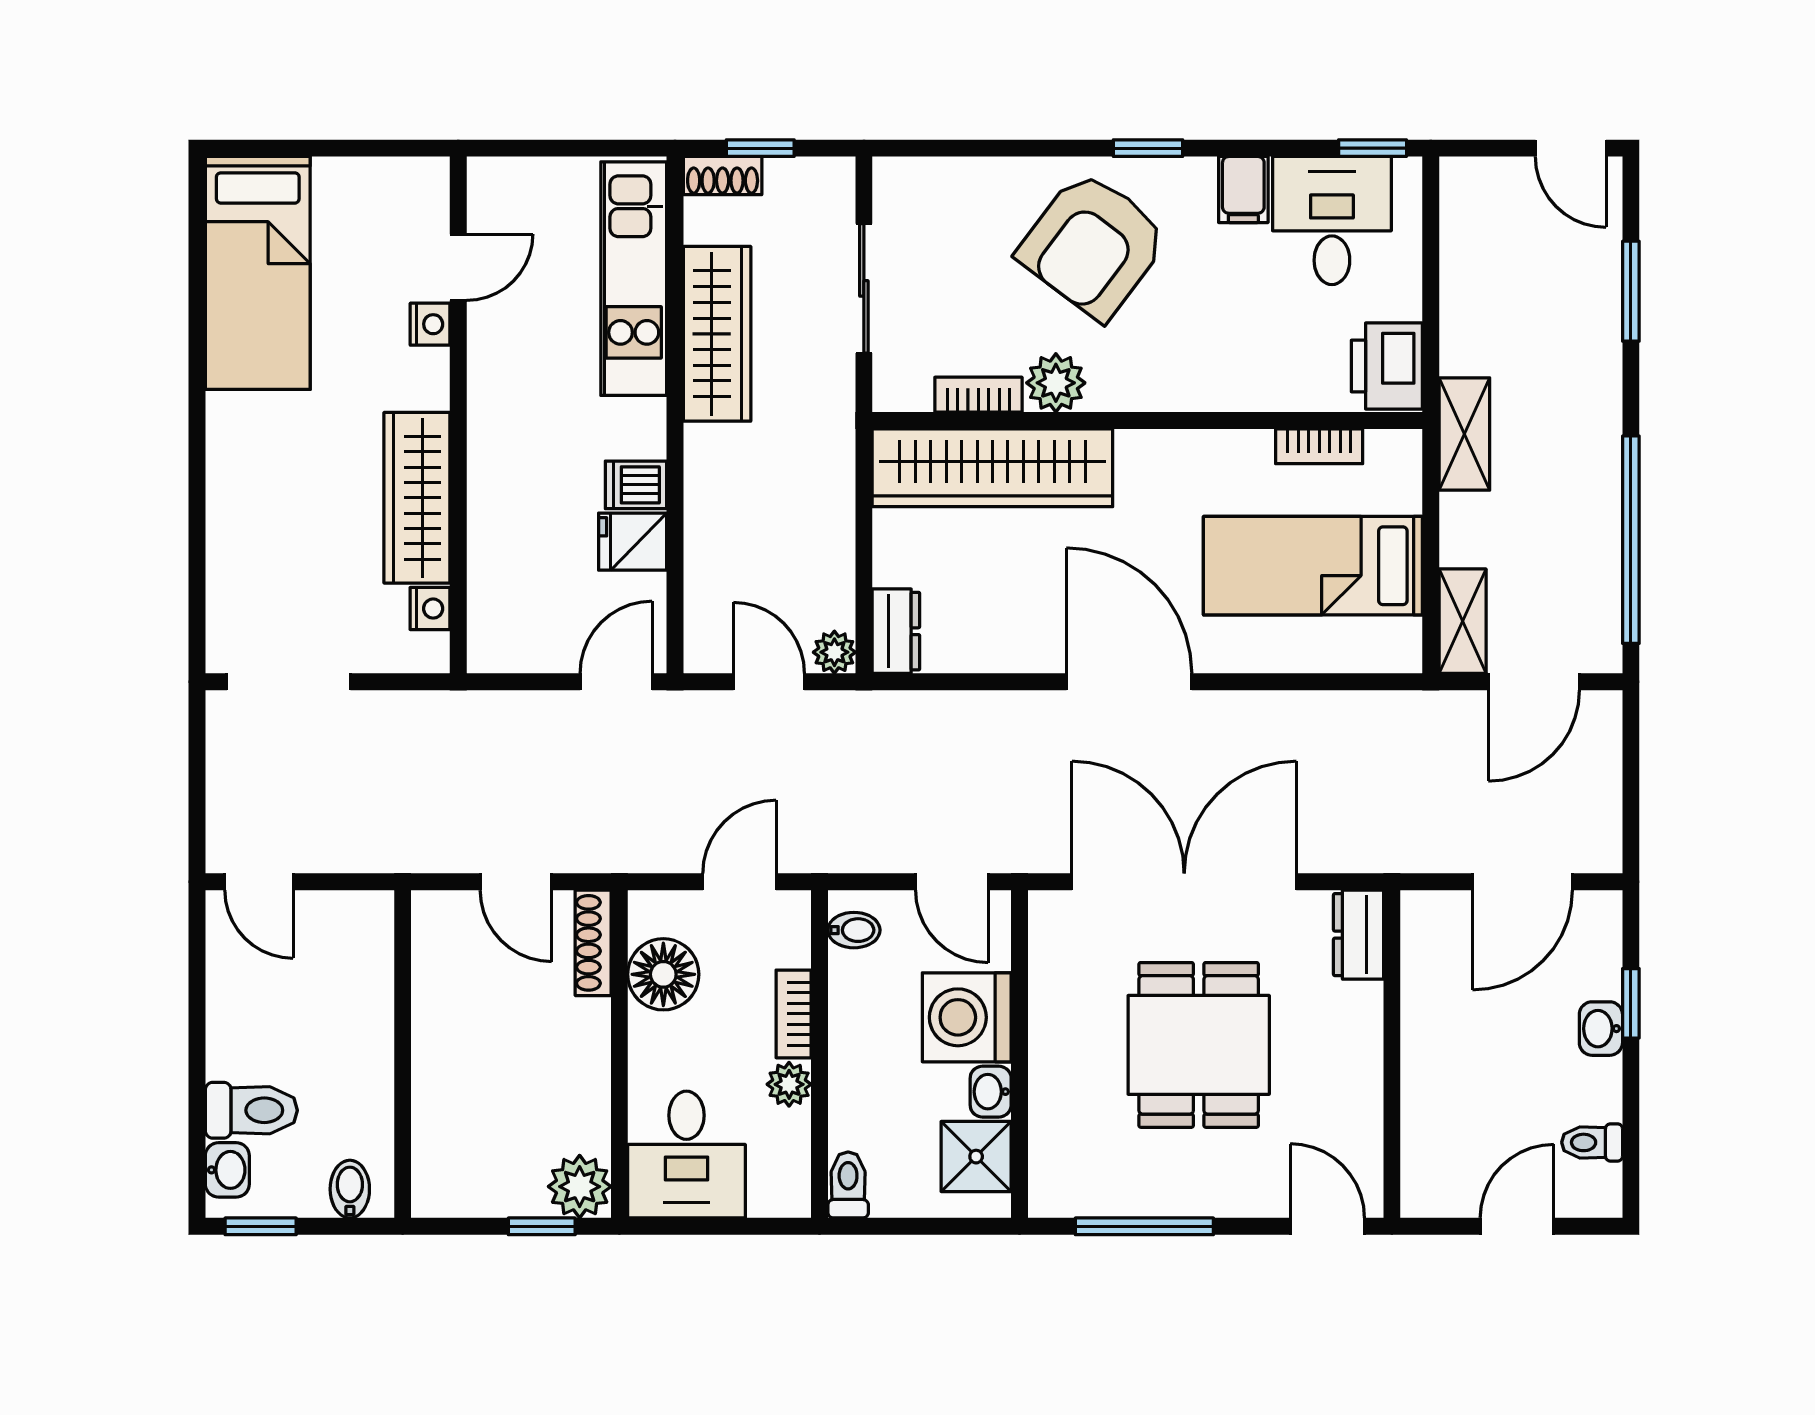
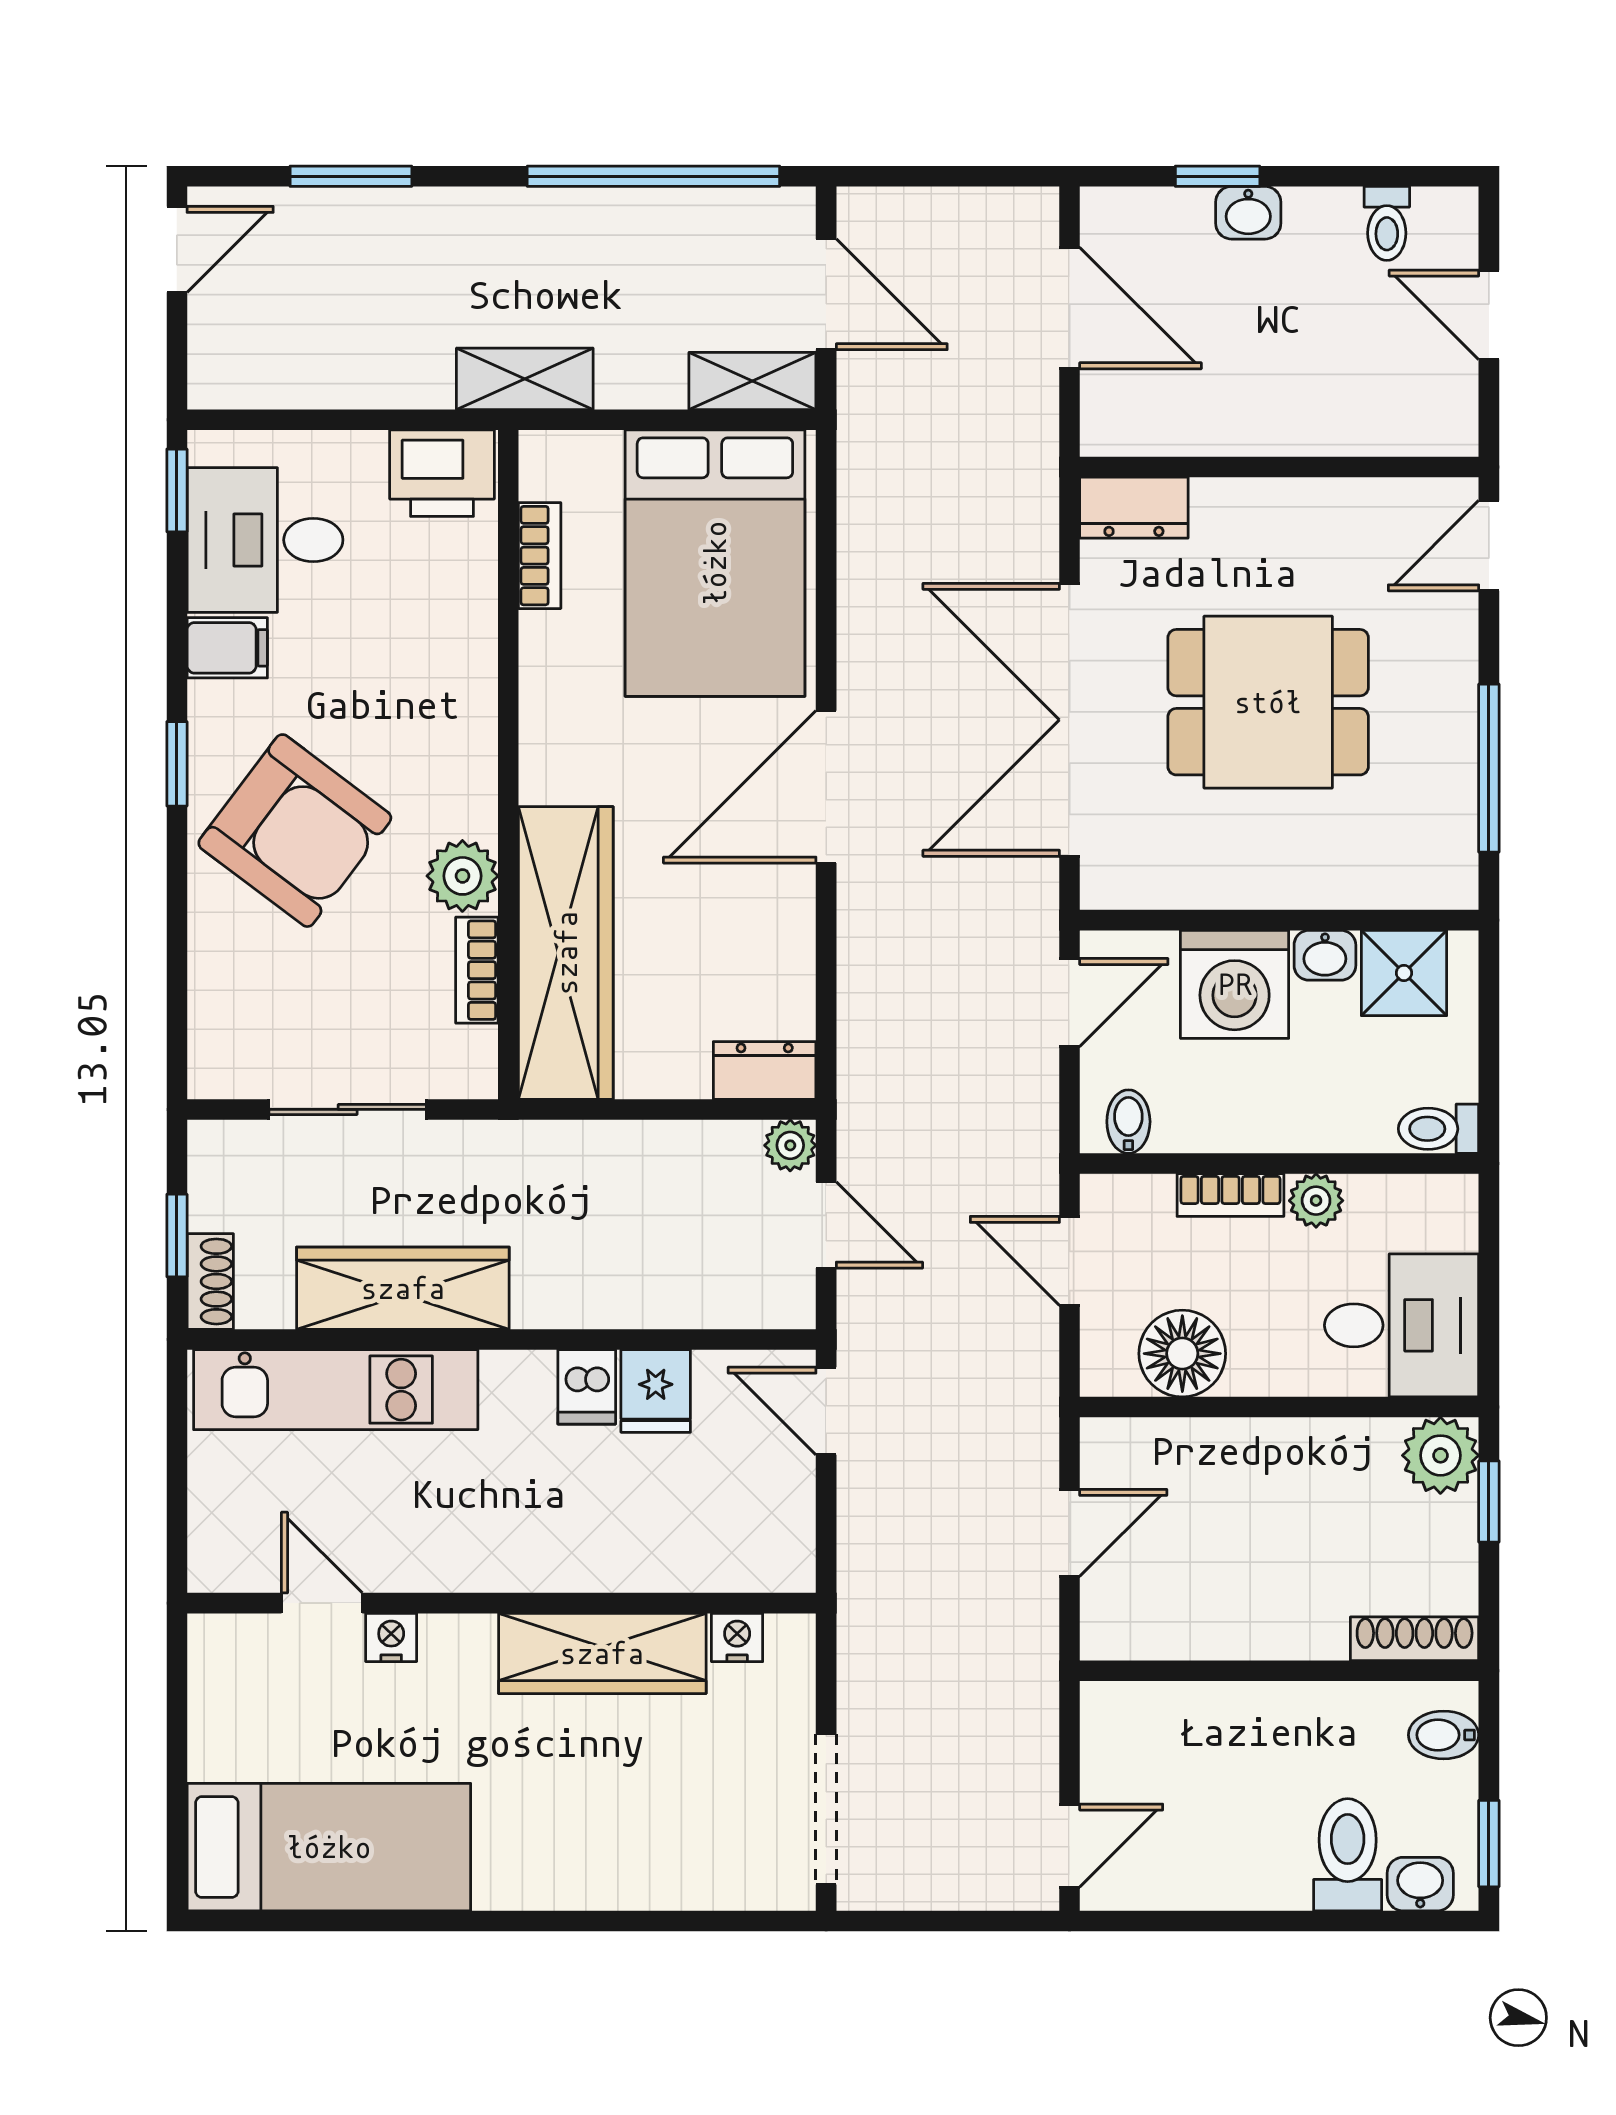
bed: (1313, 566) -> (715, 563), width x1.50
door: (769, 682) -> (826, 1225), swing flipped
shoe rack: (593, 943) -> (1415, 1639), moved, turned 180

